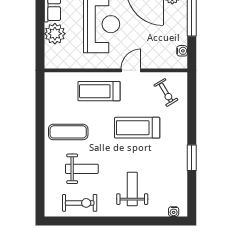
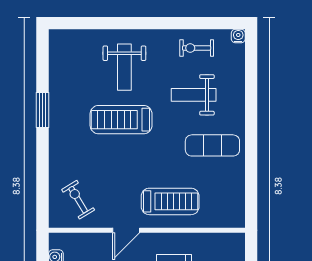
treadmill: (137, 128) -> (121, 120), moved, turned 180
exercise bike: (80, 203) -> (197, 48), width x0.73, depth x0.72
water cooler: (174, 212) -> (238, 36), moved

